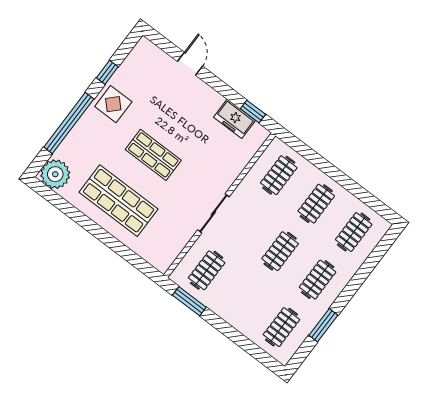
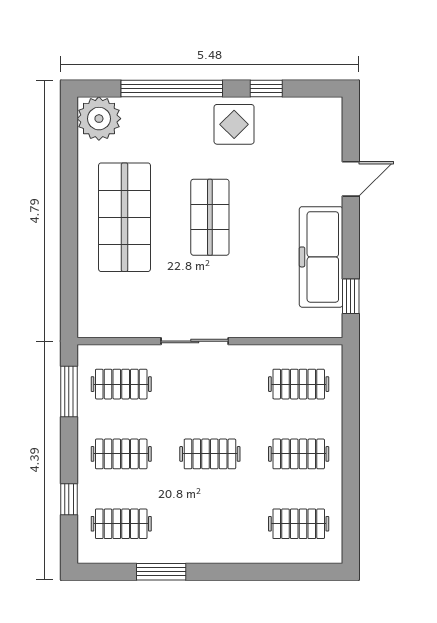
freezer: (234, 119) -> (321, 257), width x1.91, depth x1.26
clothes rail: (318, 280) -> (121, 454), moved
window: (247, 345) -> (69, 499), added

